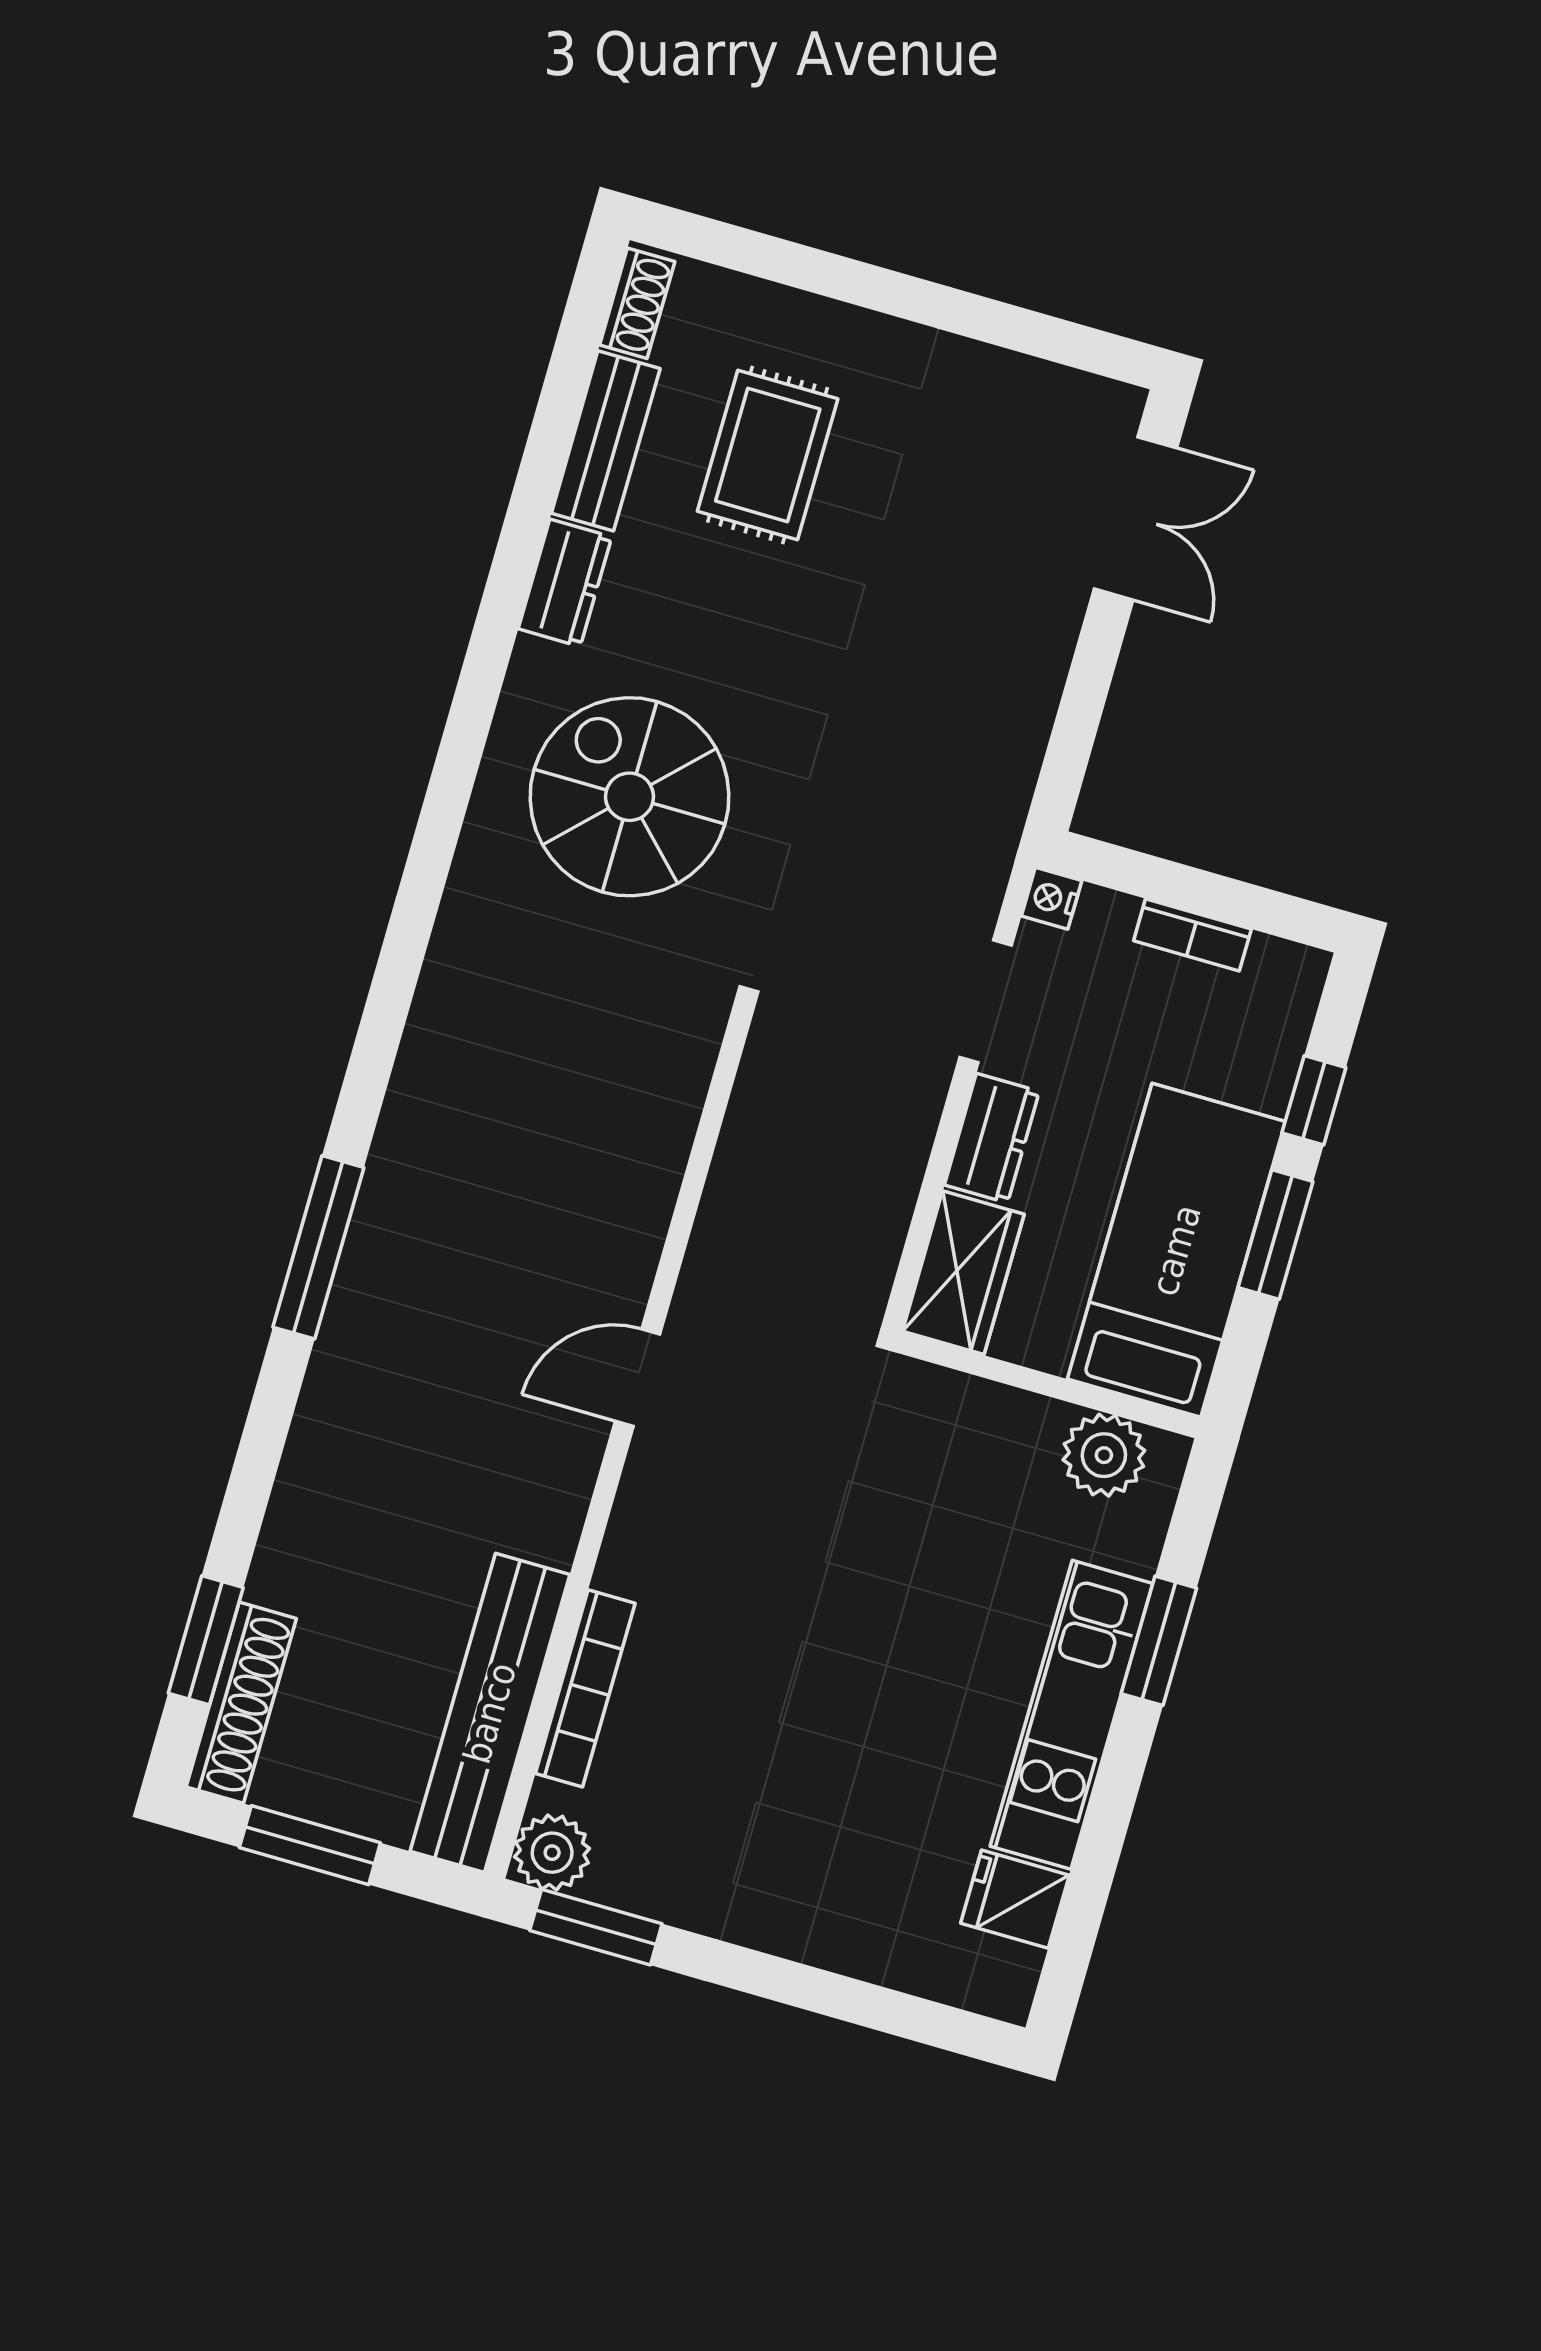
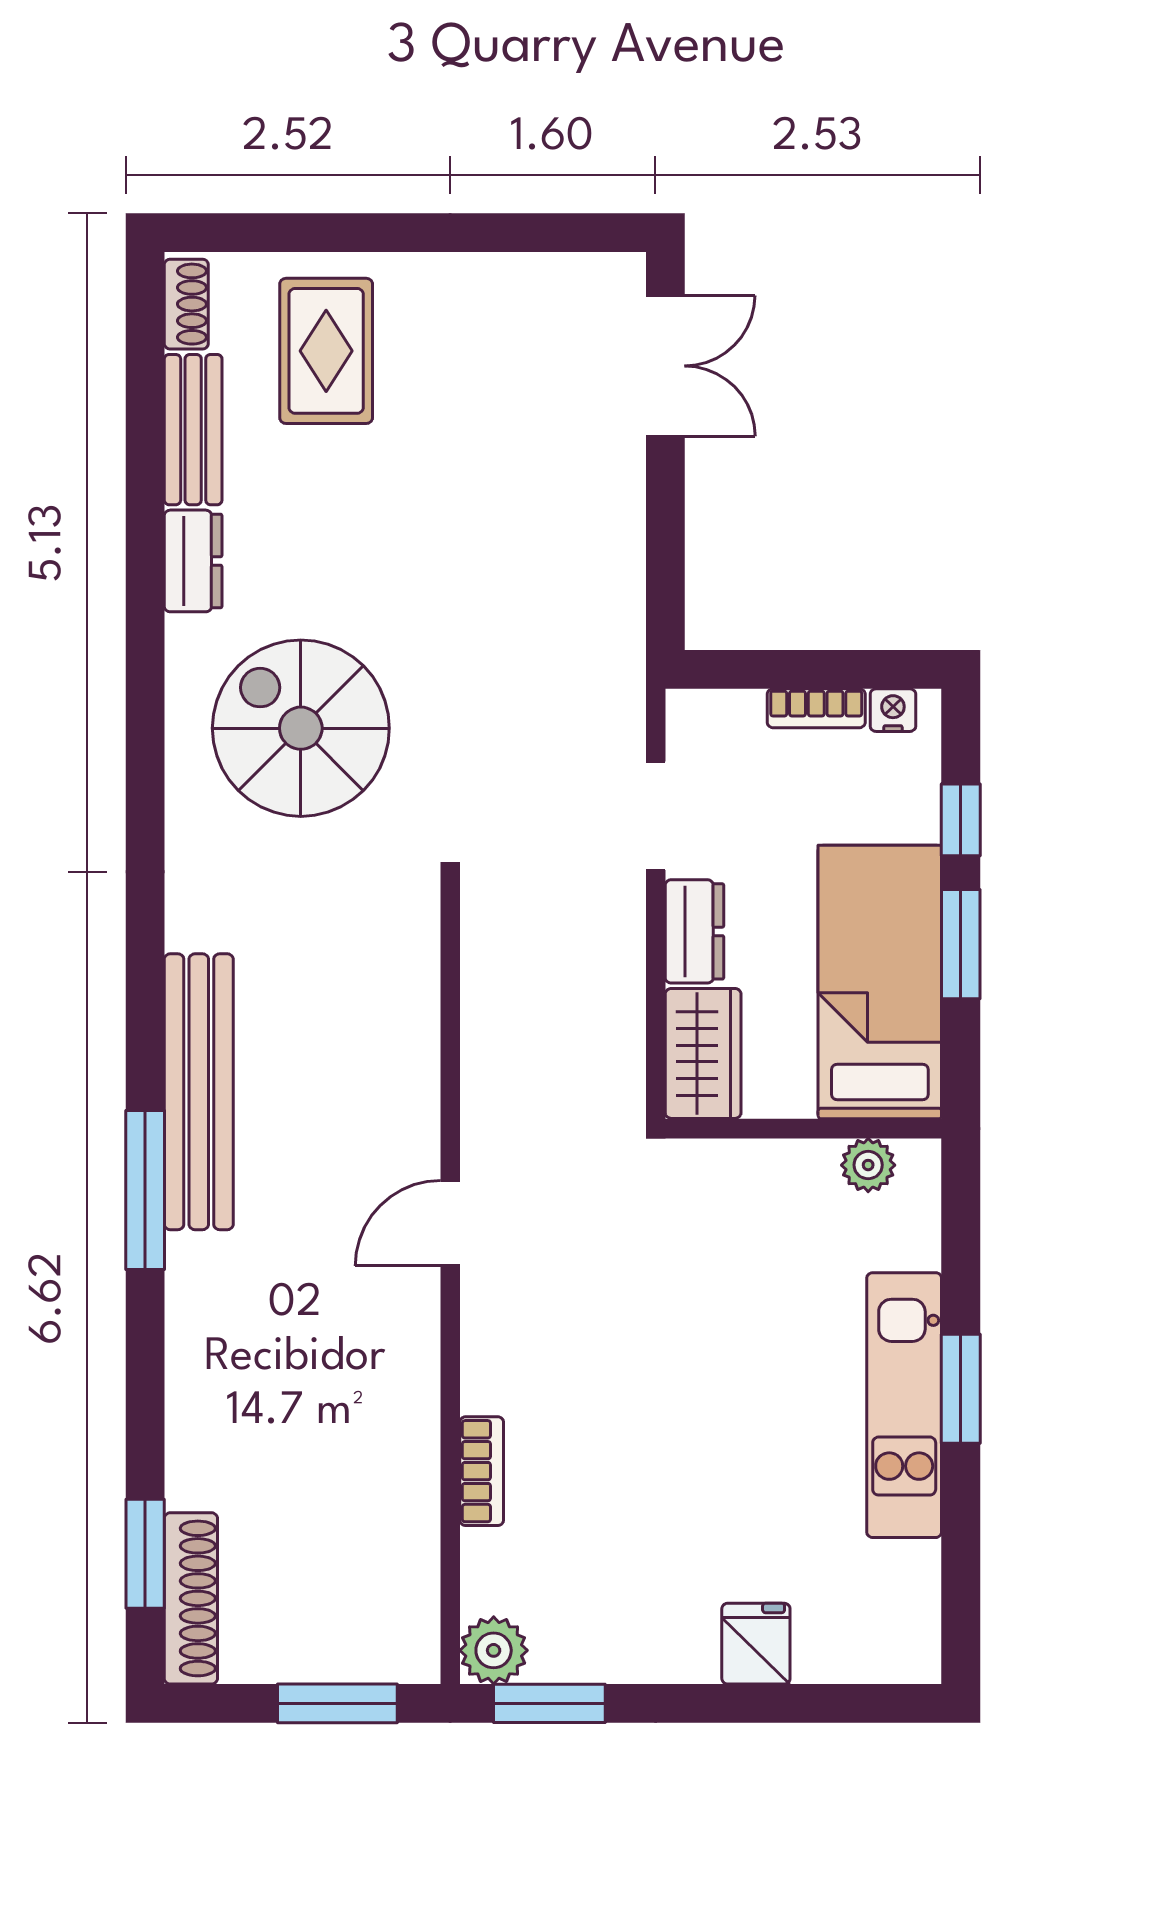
rug: (768, 455) -> (326, 351), moved
nightstand: (1052, 898) -> (893, 710), moved, turned 90
plant: (1104, 1455) -> (868, 1165), width x0.73, depth x0.73
window: (1159, 1641) -> (961, 1389), moved
bookcase: (585, 1688) -> (482, 1471), width x0.64
bench: (490, 1713) -> (199, 1092), moved
window: (310, 1845) -> (337, 1703), moved
fridge: (1015, 1899) -> (756, 1644), moved, turned 90

